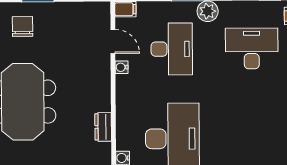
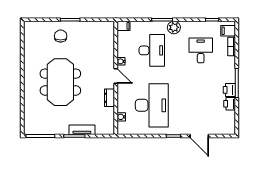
door: (113, 41) -> (116, 76), moved
desk: (252, 48) -> (201, 50), width x0.73

